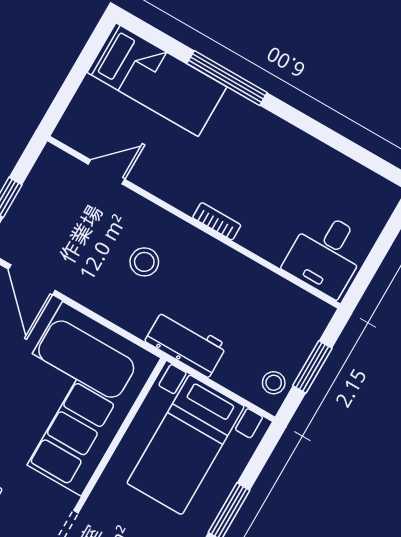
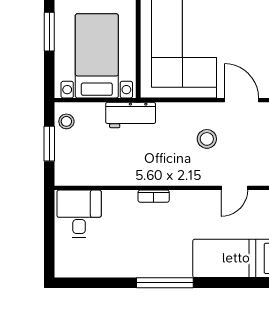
window: (227, 78) -> (165, 283), moved
stool: (144, 262) -> (207, 139), moved

